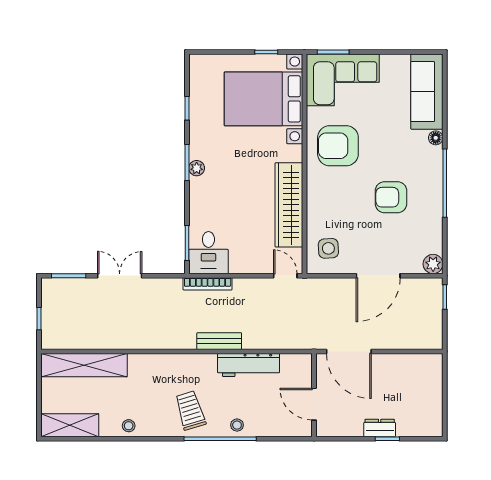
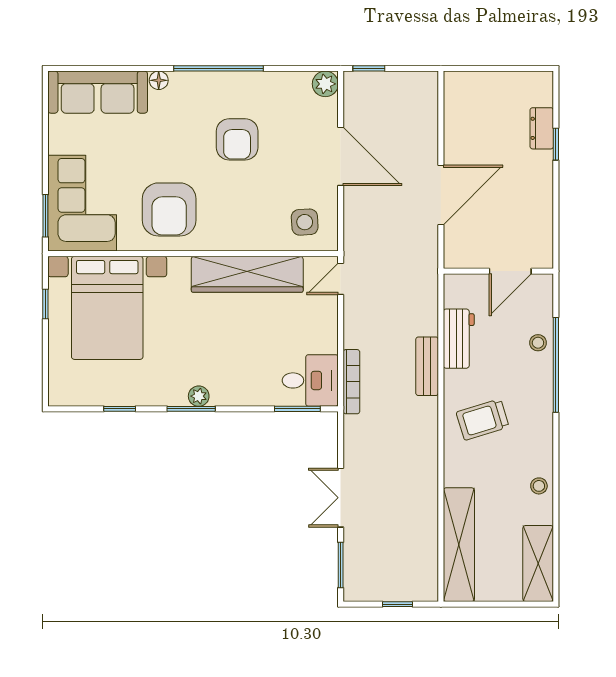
workbench: (249, 365) -> (459, 339), width x0.73
wall: (314, 395) -> (498, 271), moved
door: (314, 404) -> (510, 271), moved
trolley: (190, 410) -> (483, 420), moved
dresser: (380, 428) -> (542, 128), moved

